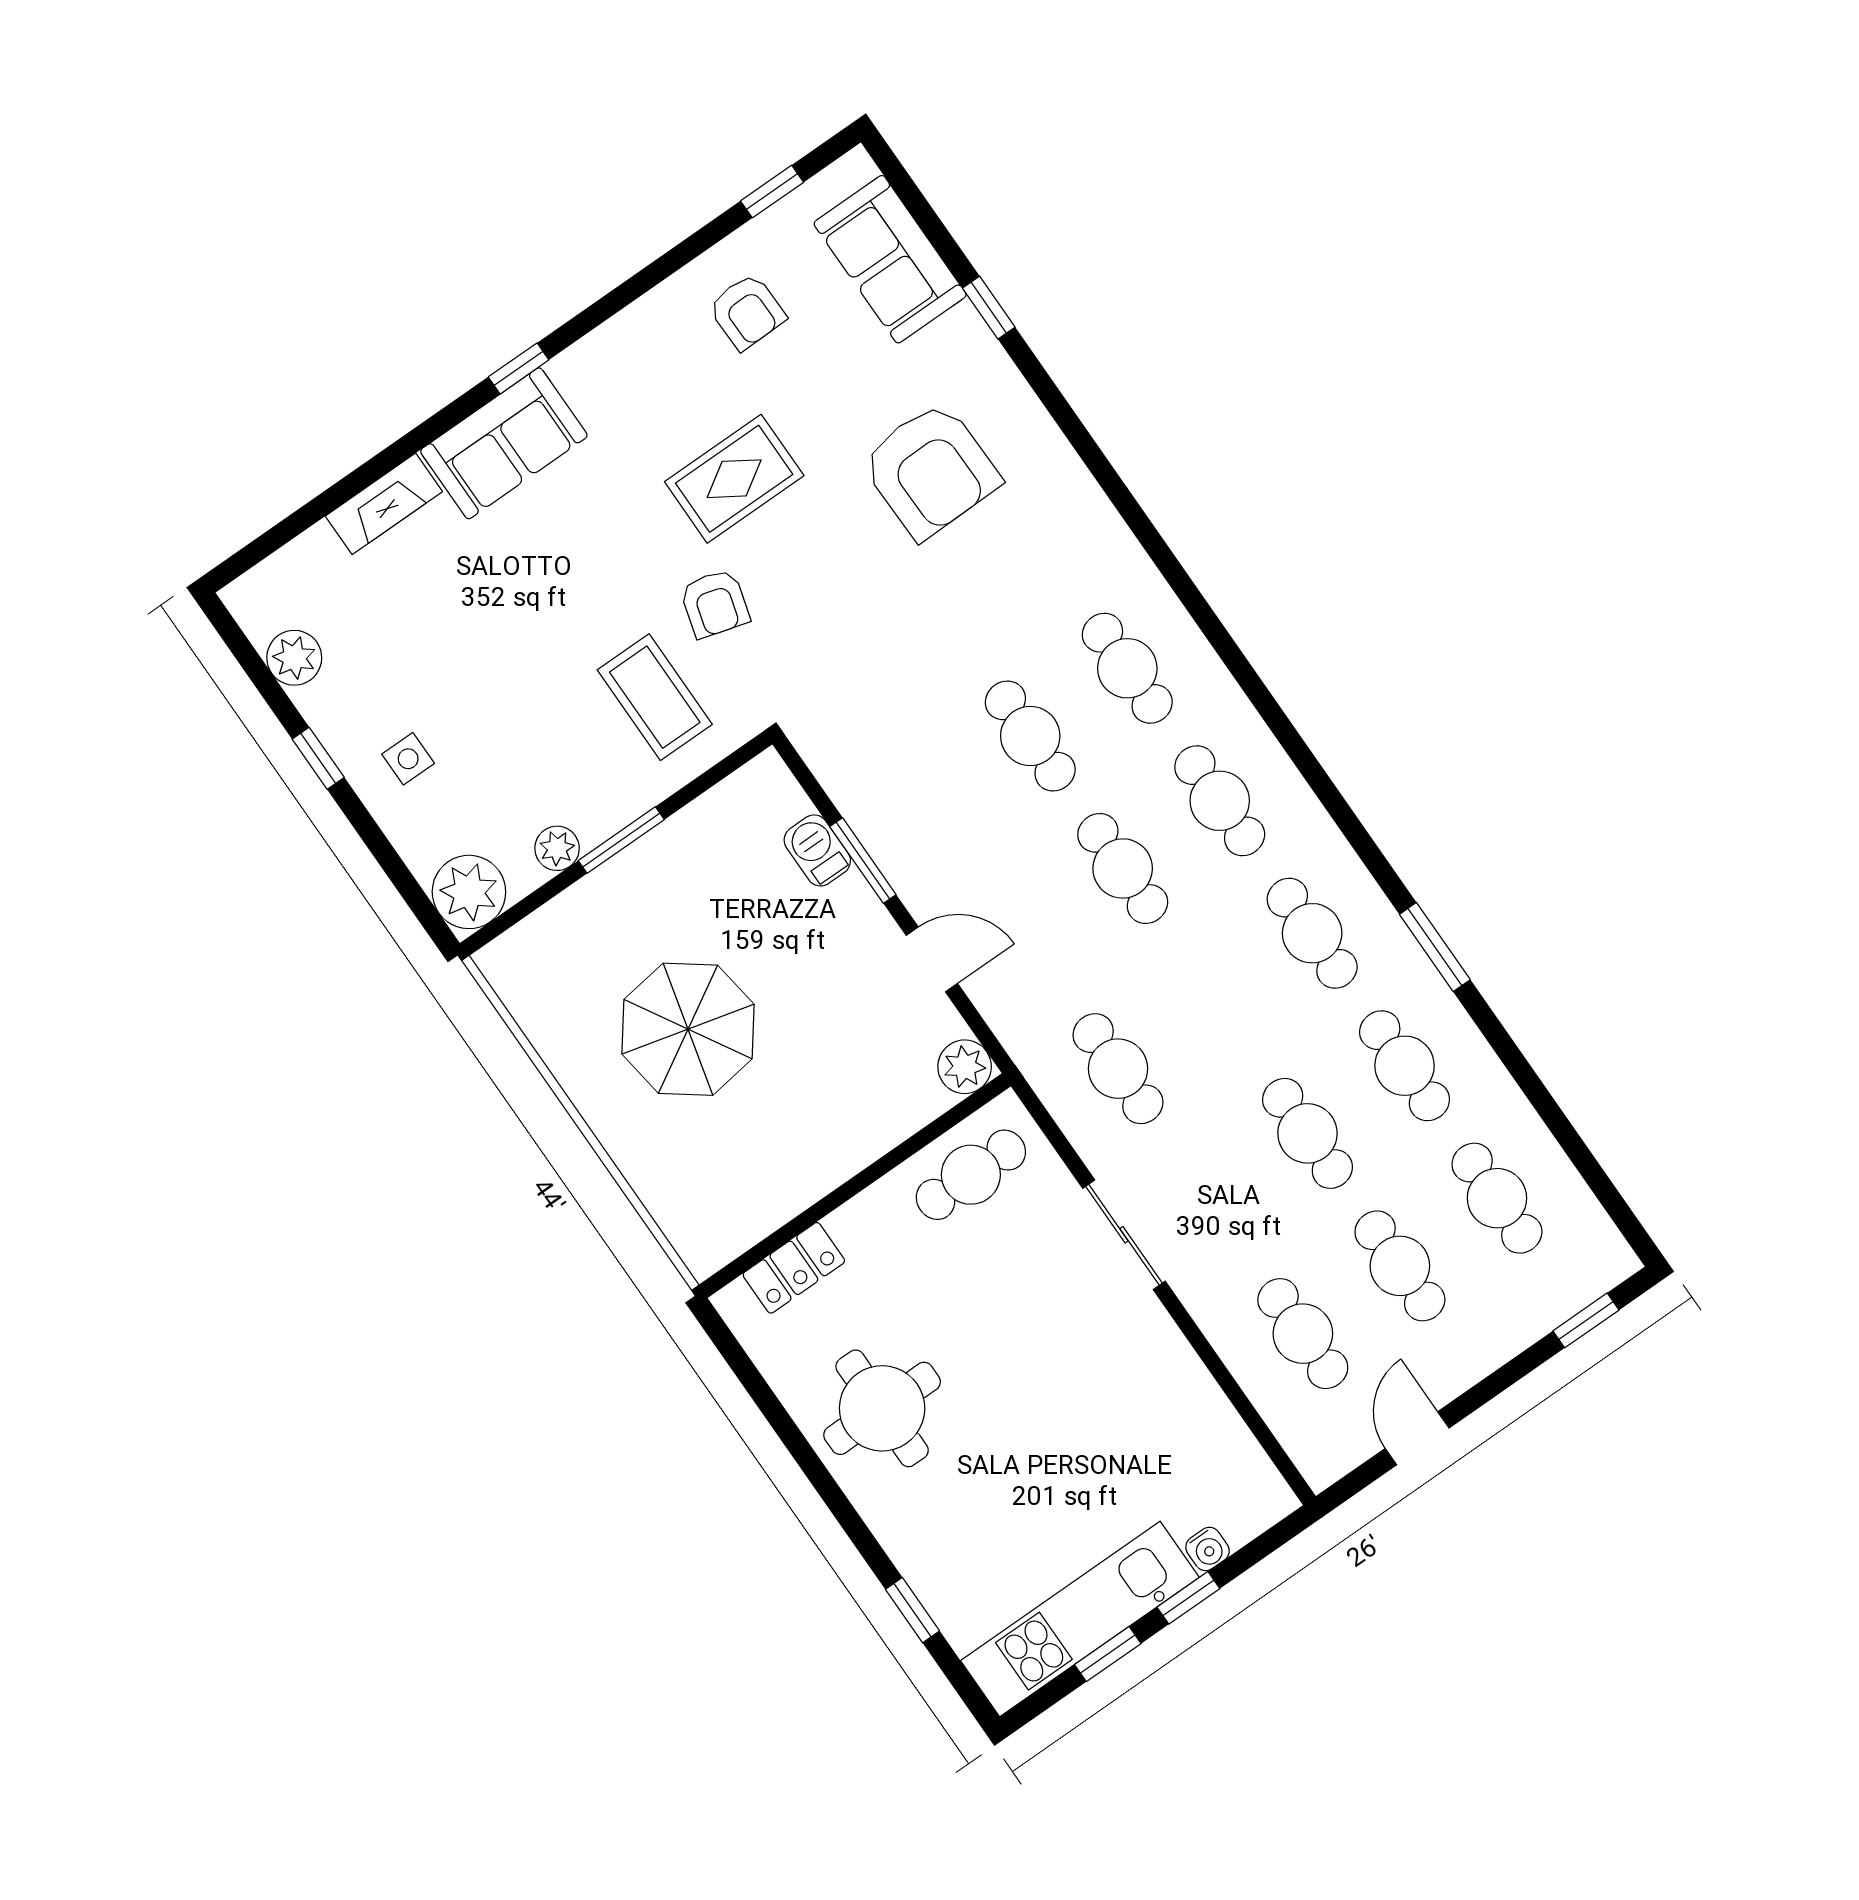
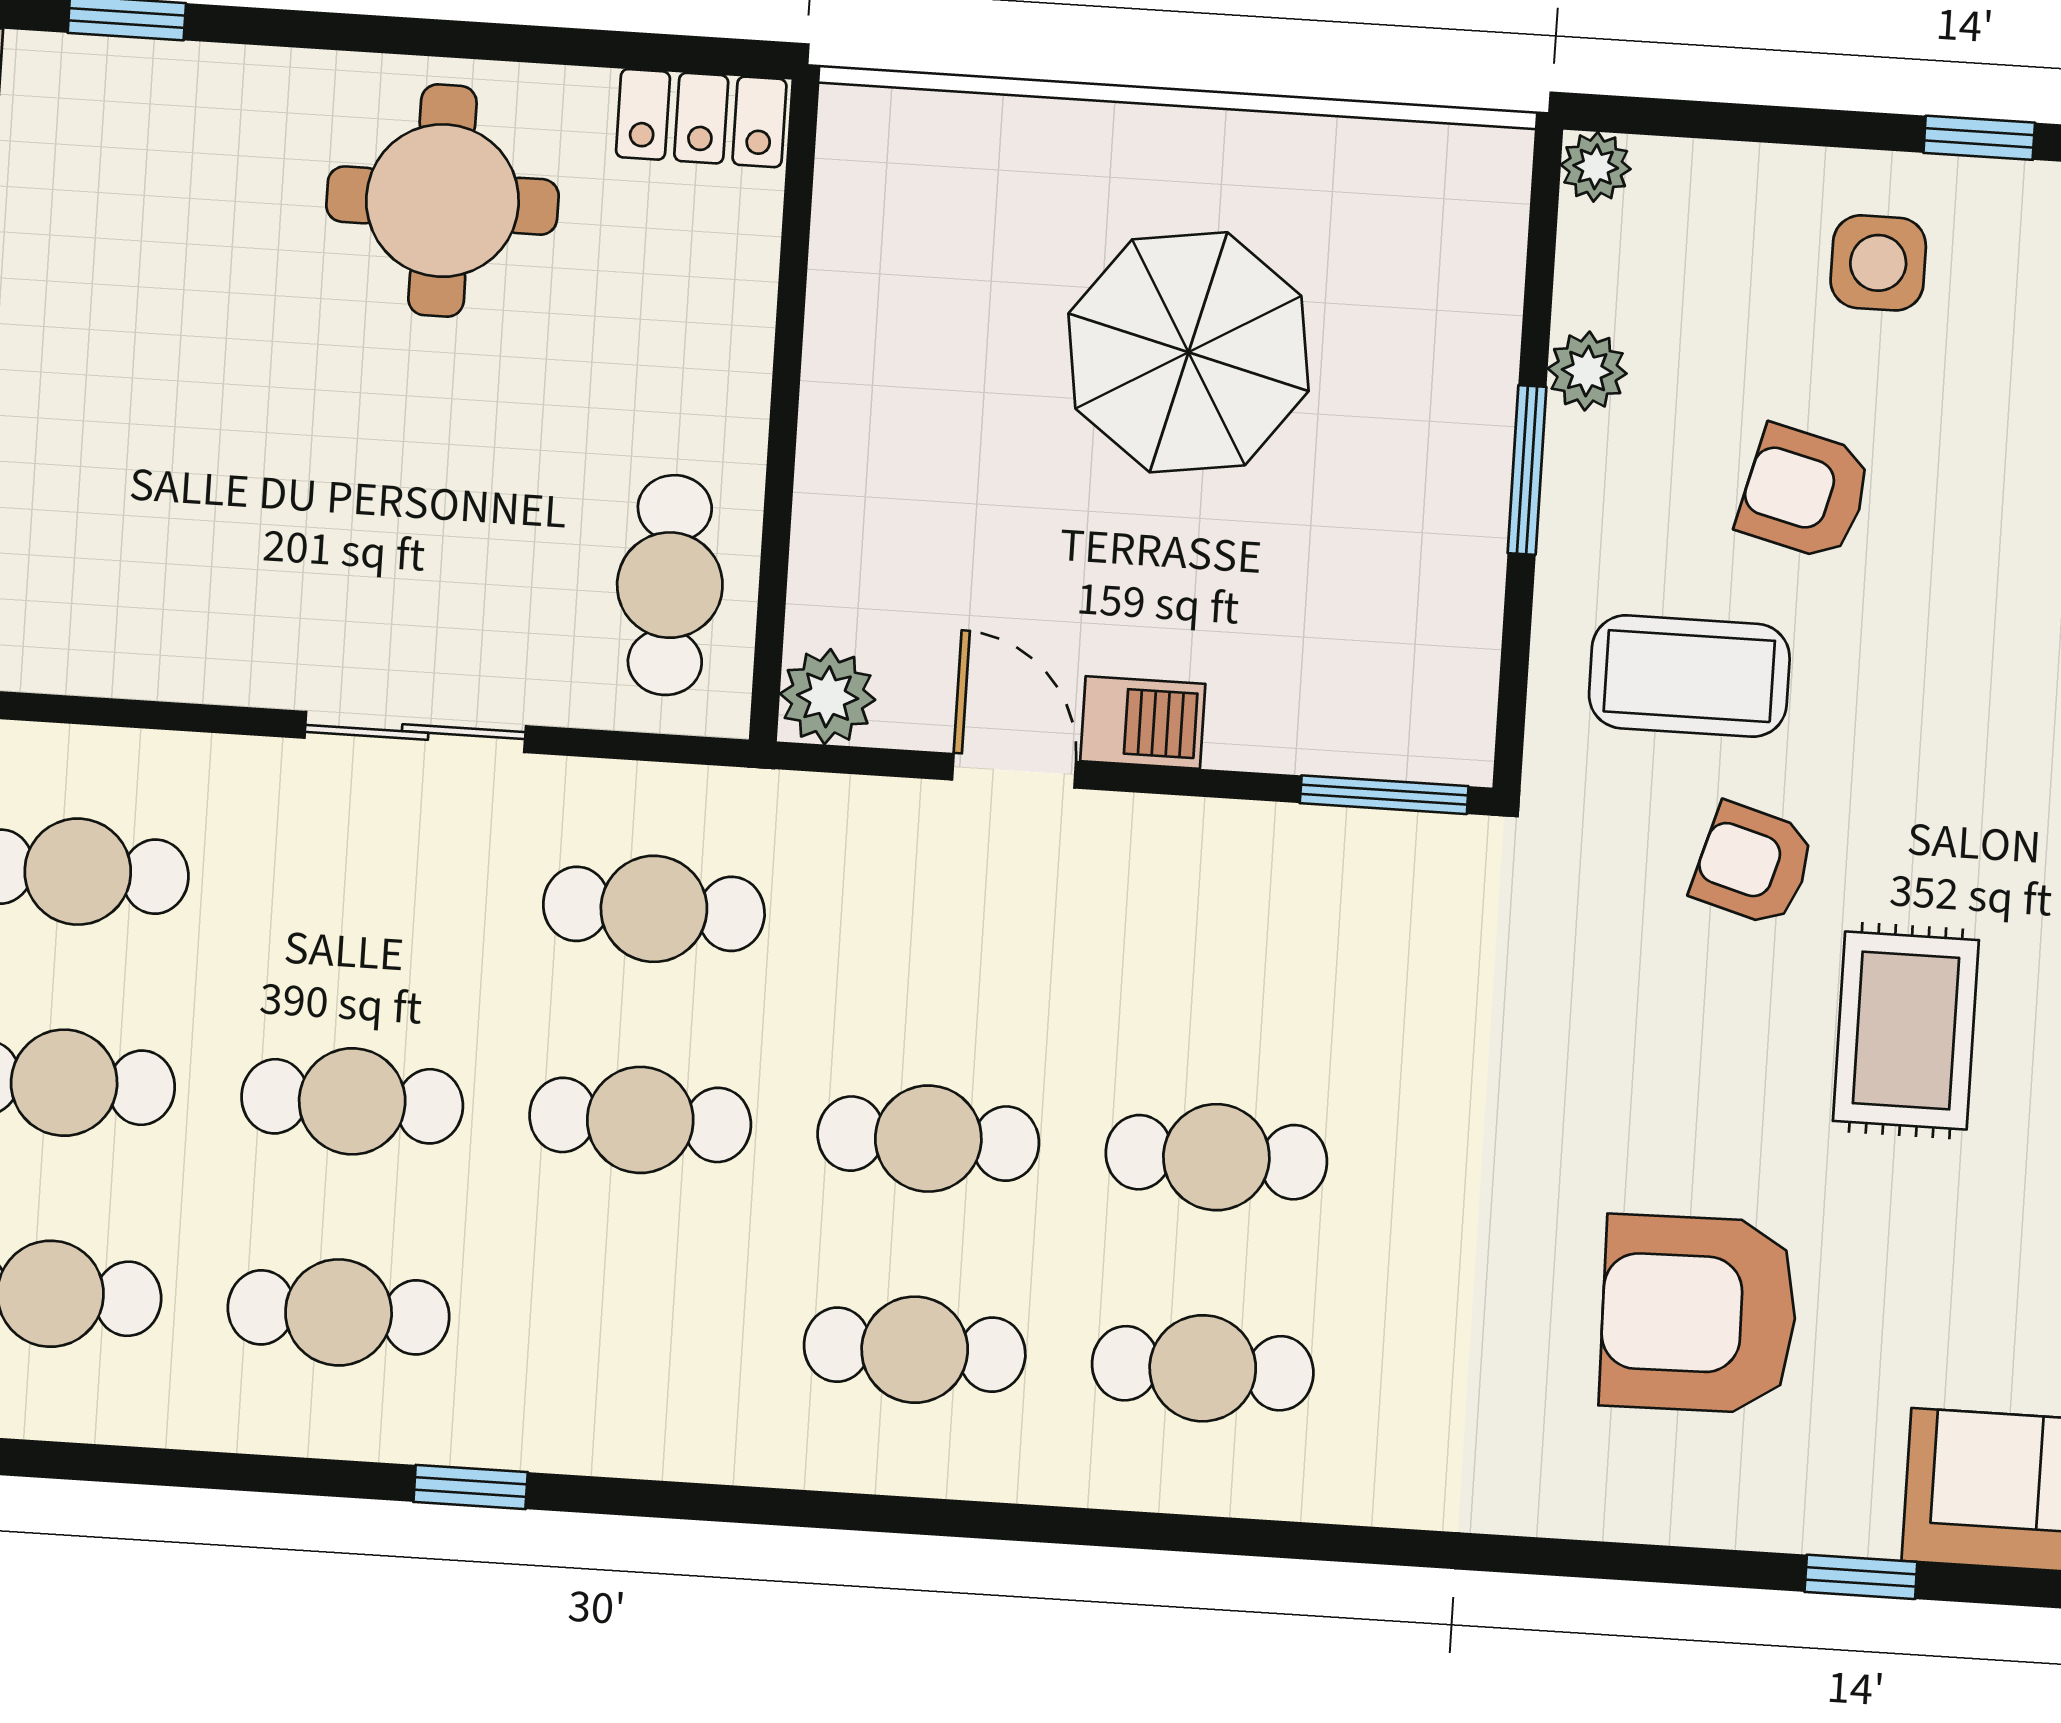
armchair: (534, 711) -> (1805, 492), added
side table: (408, 759) -> (1878, 263), width x1.37, depth x1.37
barbecue: (817, 850) -> (1143, 722), moved
window: (863, 861) -> (1384, 795), moved
plant: (469, 892) -> (1596, 167), width x0.53, depth x0.53
cafe table: (1312, 933) -> (640, 1120), moved
window: (1435, 947) -> (471, 1487), width x0.67
door: (932, 959) -> (1014, 771), swing flipped
locker: (794, 1268) -> (701, 118), moved, turned -90

